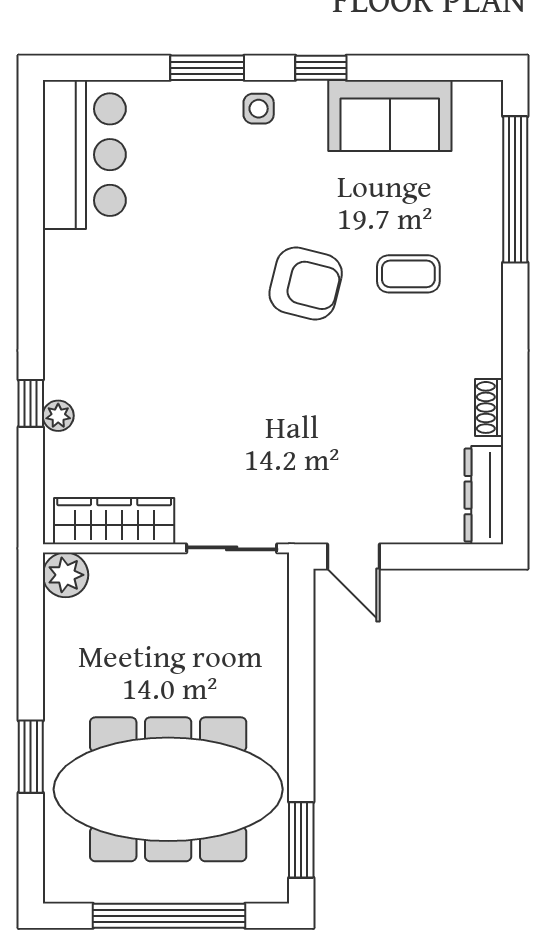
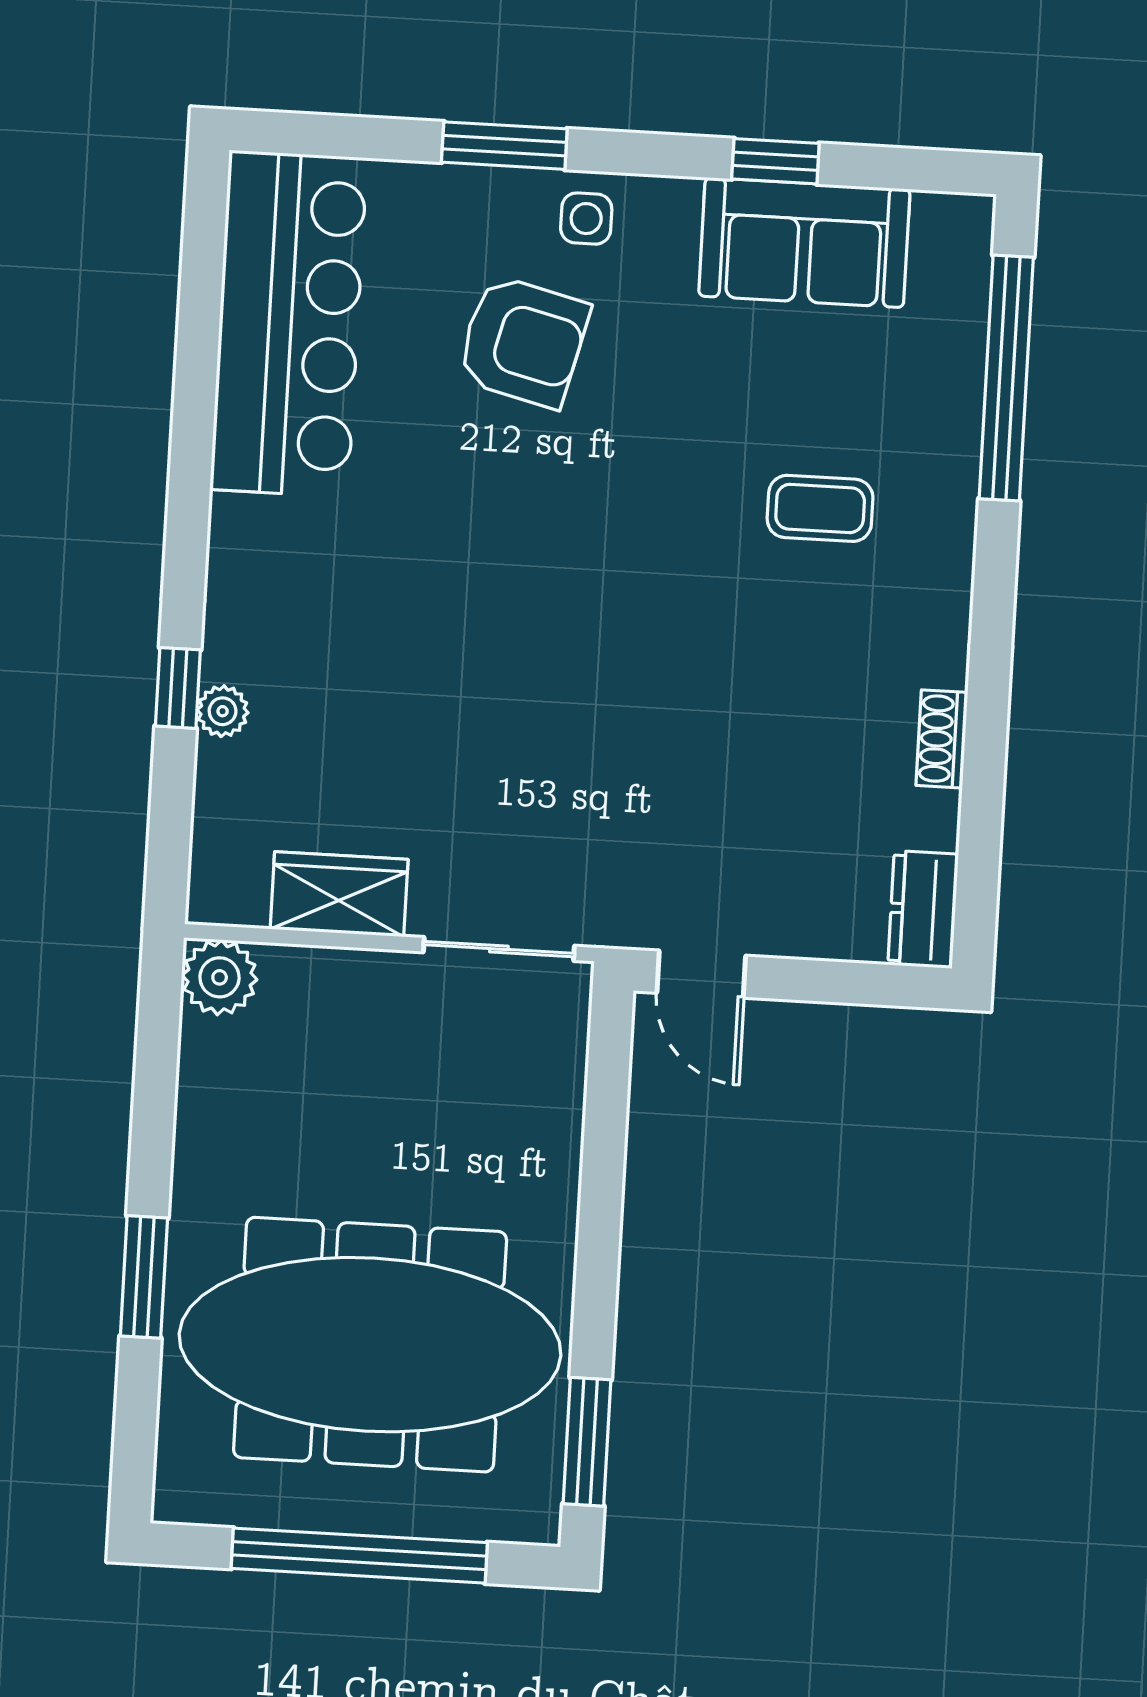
window: (321, 68) -> (775, 161), moved
bar counter: (84, 155) -> (289, 324), width x1.36
armchair: (306, 283) -> (523, 341), moved
dresser: (484, 495) -> (923, 909), width x0.70
wardrobe: (114, 521) -> (339, 894), width x0.67

